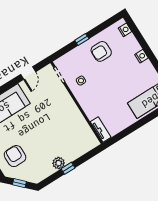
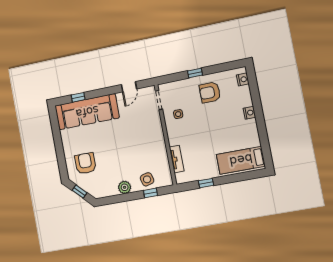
tv unit: (101, 129) -> (177, 159), moved
window: (128, 131) -> (206, 183), added
side table: (76, 148) -> (147, 179), added
window: (68, 168) -> (150, 193), moved

